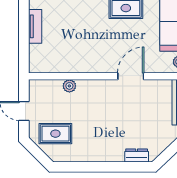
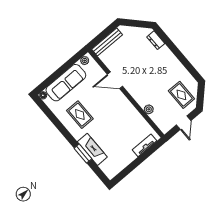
tv unit: (35, 26) -> (145, 145), moved

